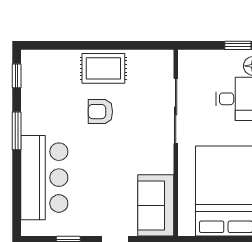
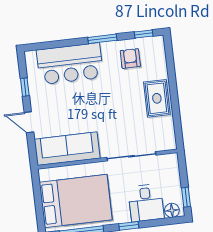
armchair: (100, 112) -> (130, 59), moved
sofa: (156, 205) -> (67, 149), width x1.36

